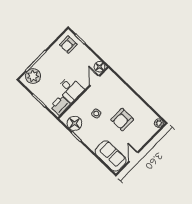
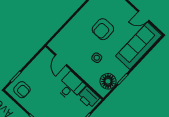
floor lamp: (99, 67) -> (46, 55), removed
door: (95, 81) -> (61, 60), hinge flipped
armchair: (122, 120) -> (103, 29), turned 90
sofa: (111, 156) -> (139, 46), width x1.36

